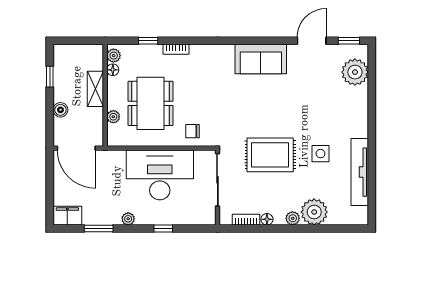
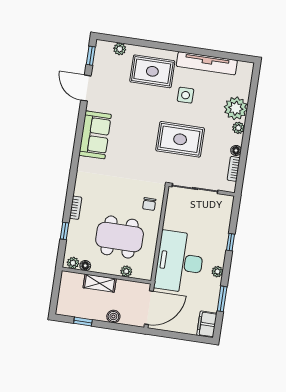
plant: (355, 72) -> (120, 49), width x0.53, depth x0.53
rug: (342, 112) -> (152, 71), added
rug: (270, 155) -> (180, 139), turned 90
desk: (160, 175) -> (180, 262), moved

